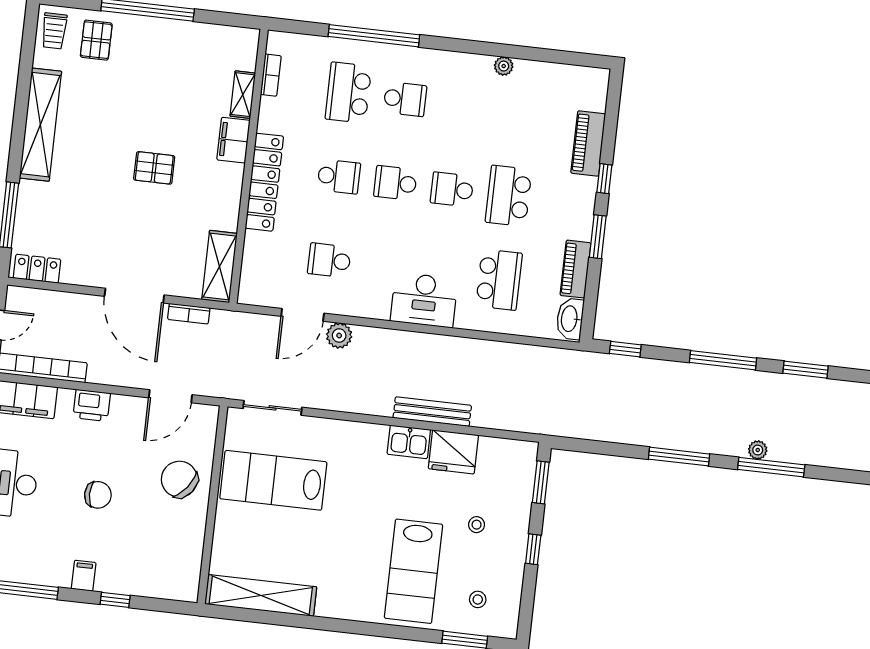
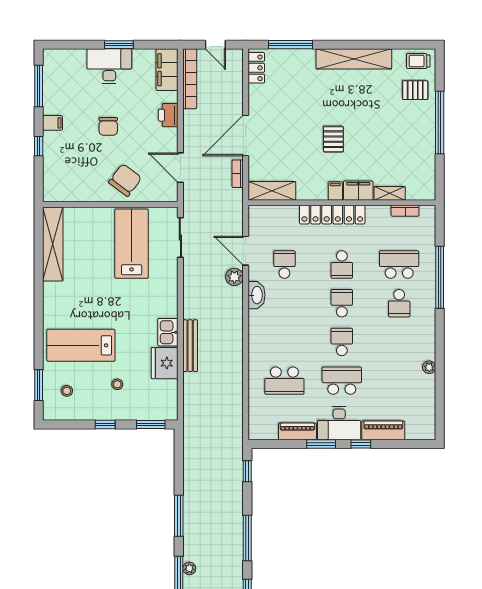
filing cabinet: (230, 174) -> (335, 191), added
desk: (424, 300) -> (339, 423), moved, turned -90
washbasin: (570, 319) -> (256, 295), moved, turned 90

